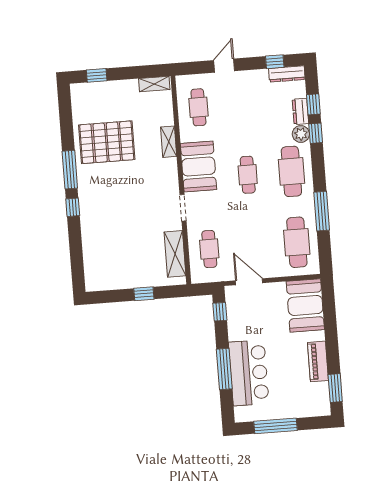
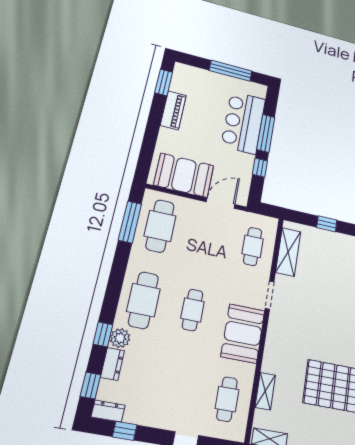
dresser: (287, 74) -> (108, 411), width x0.70
window: (313, 104) -> (91, 385), moved
shelving: (169, 142) -> (265, 391), moved
window: (322, 211) -> (130, 222), moved
door: (249, 282) -> (221, 203), swing flipped
booth: (305, 305) -> (184, 175), moved, turned 90
window: (220, 312) -> (260, 168), moved

